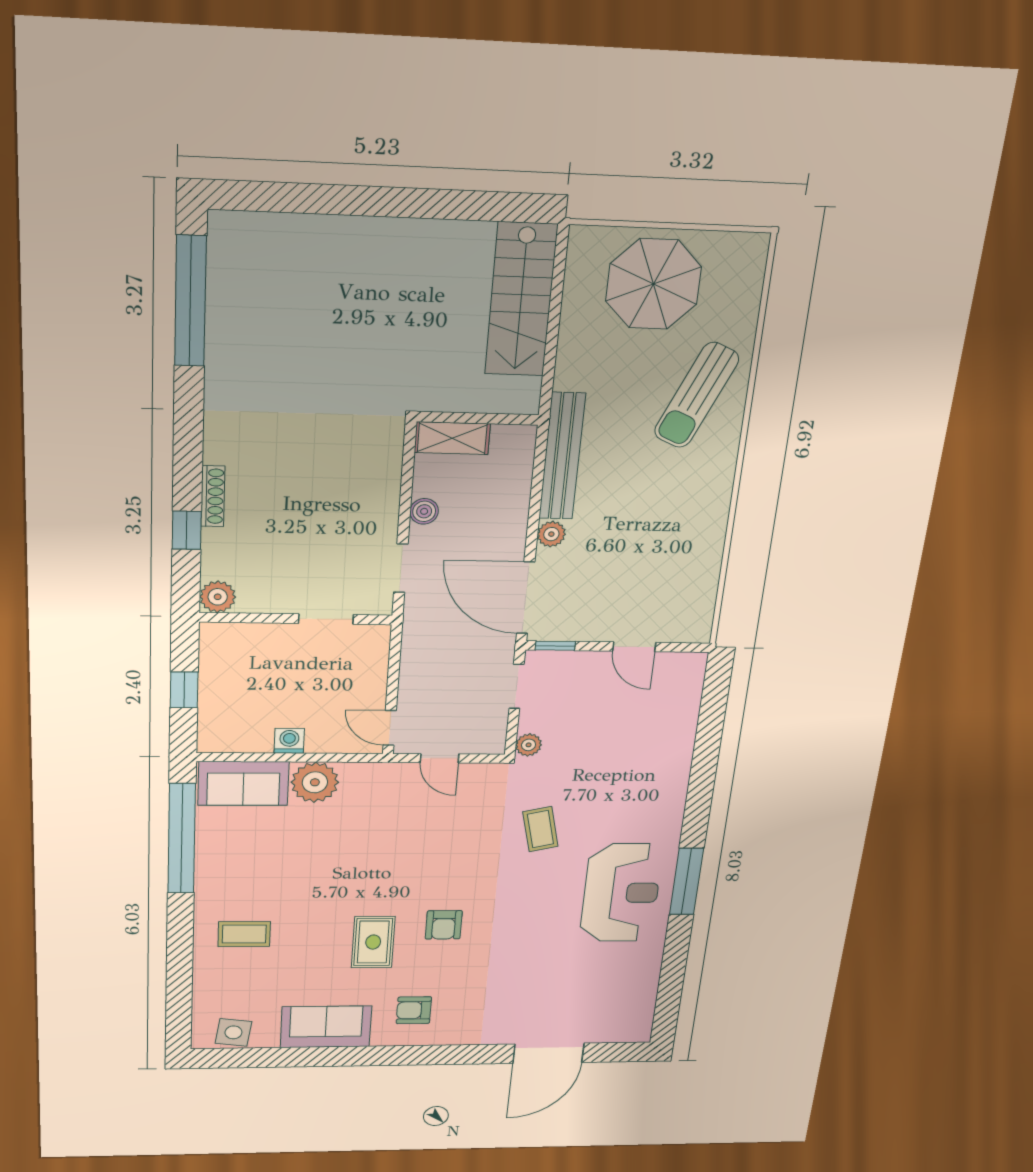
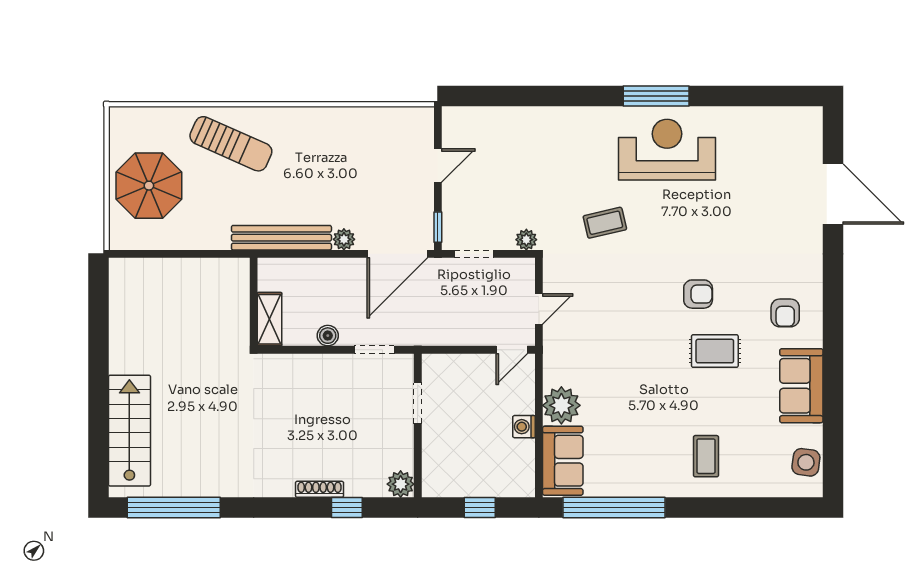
stairs: (521, 300) -> (129, 431), moved, turned -90

